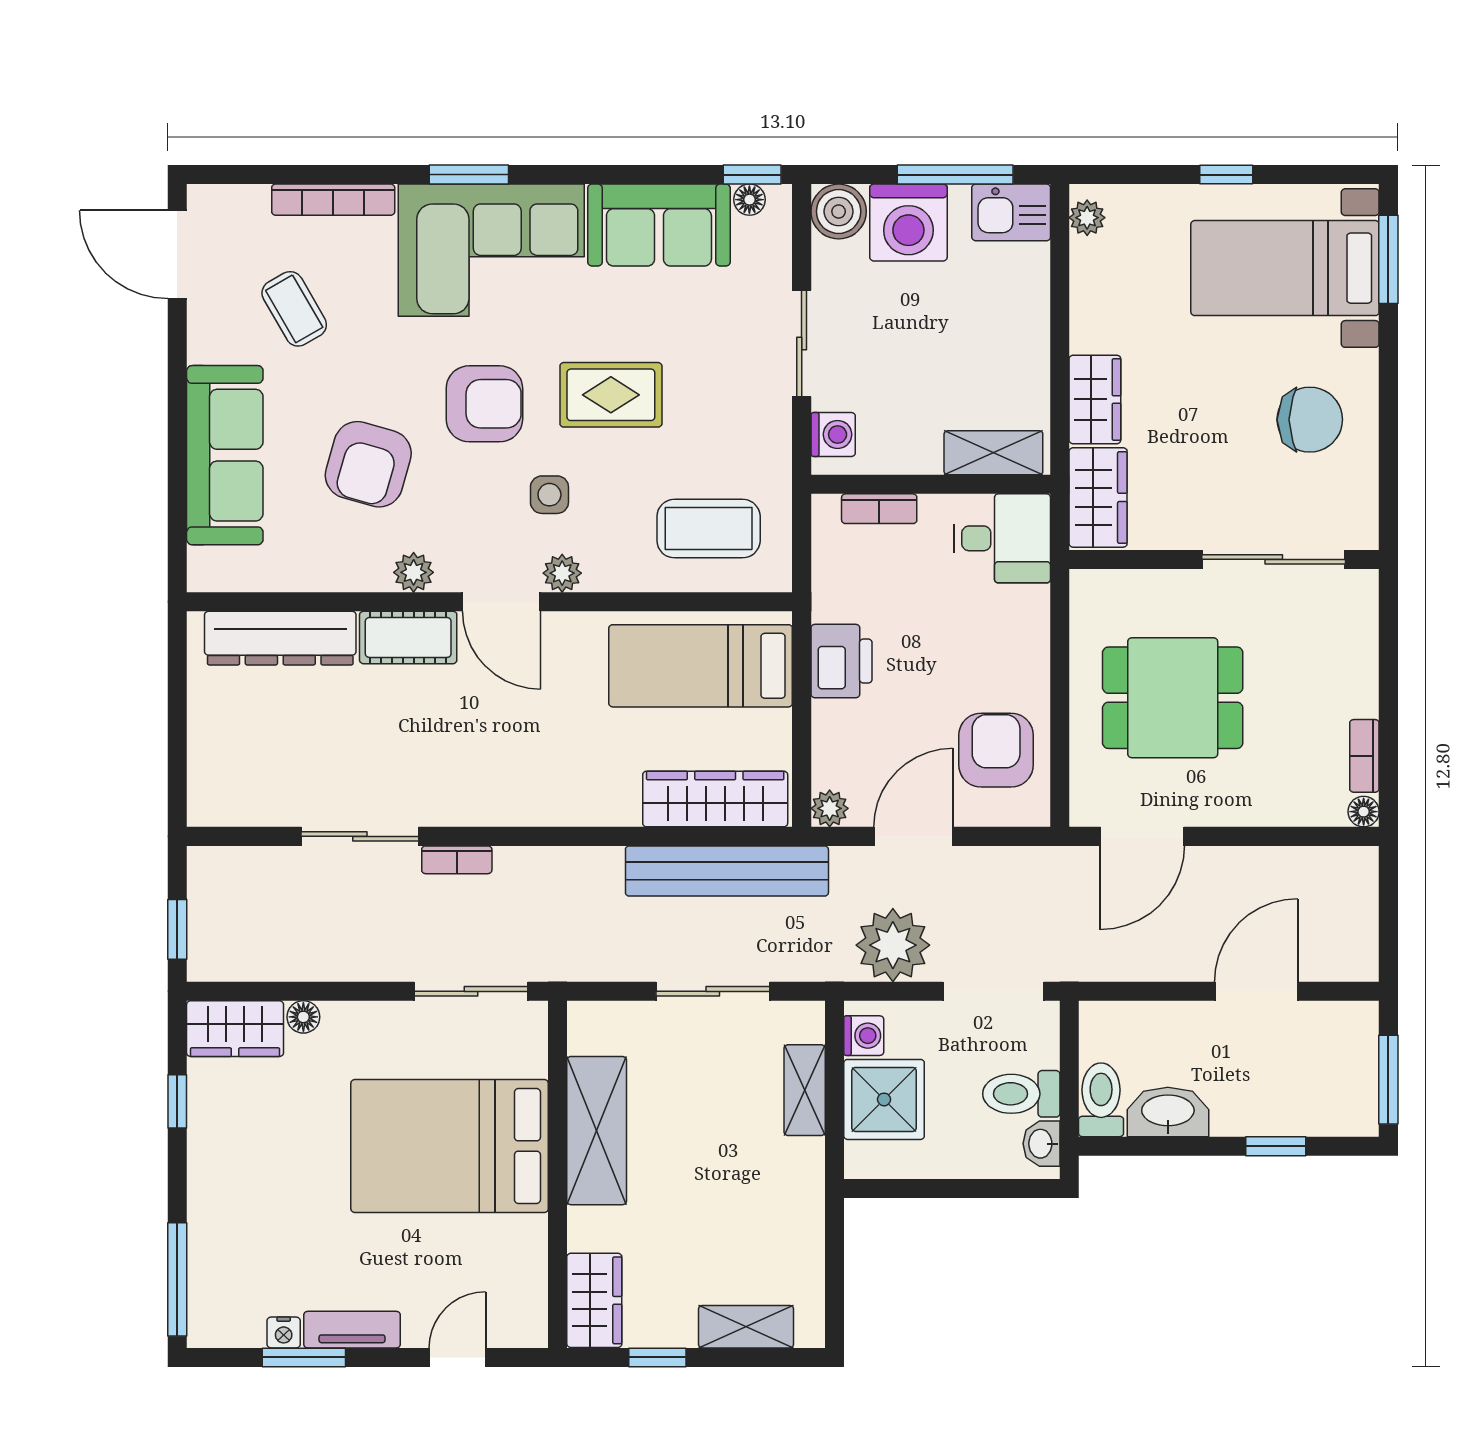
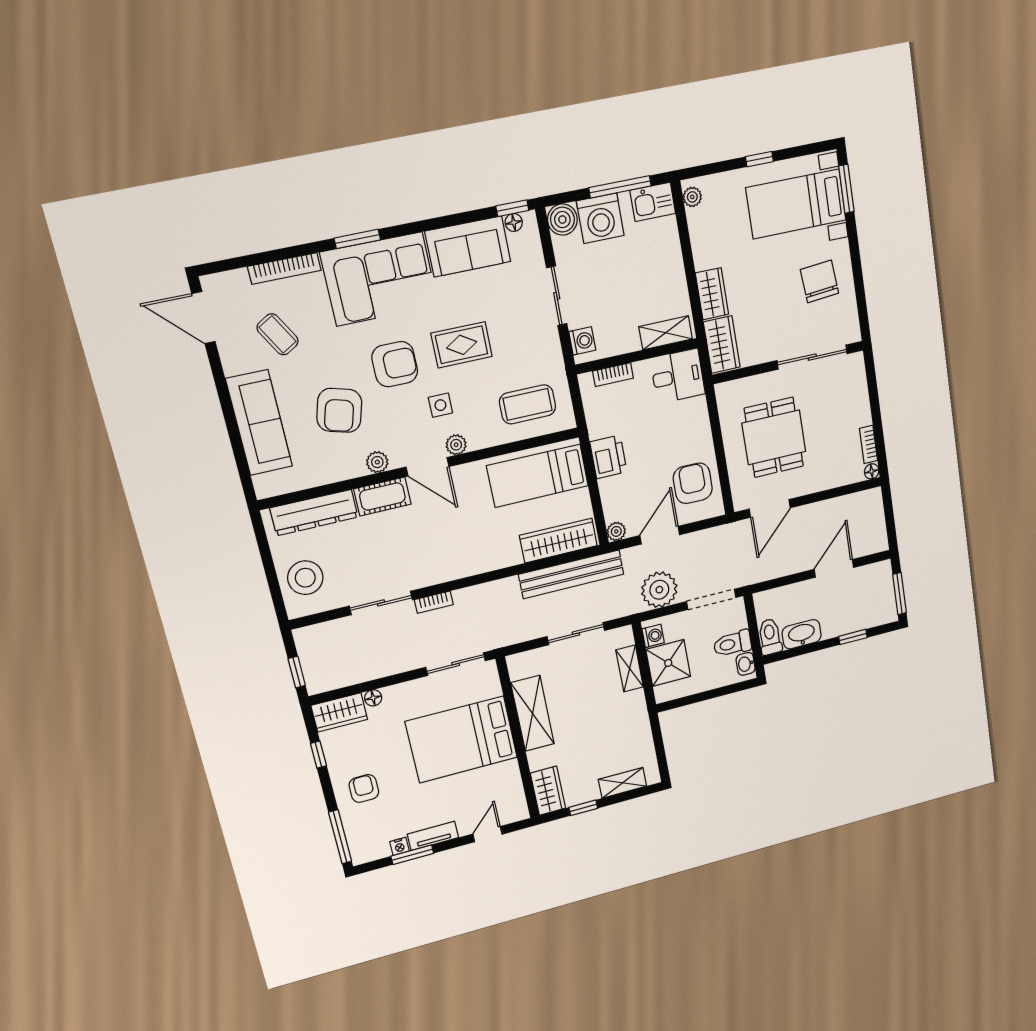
chair: (1310, 420) -> (820, 281), turned -95
dining table: (1173, 698) -> (774, 437), turned 90
stool: (236, 755) -> (305, 578), added
armchair: (244, 1193) -> (364, 788), added

